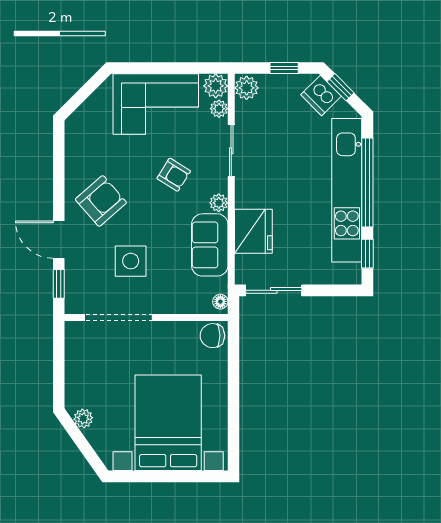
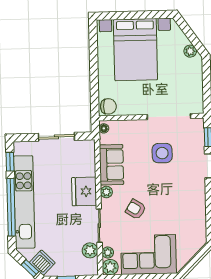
plant: (247, 88) -> (90, 250), moved
armchair: (101, 201) -> (182, 191), removed
fridge: (253, 231) -> (84, 191), moved
sliding door: (274, 290) -> (56, 137), moved

